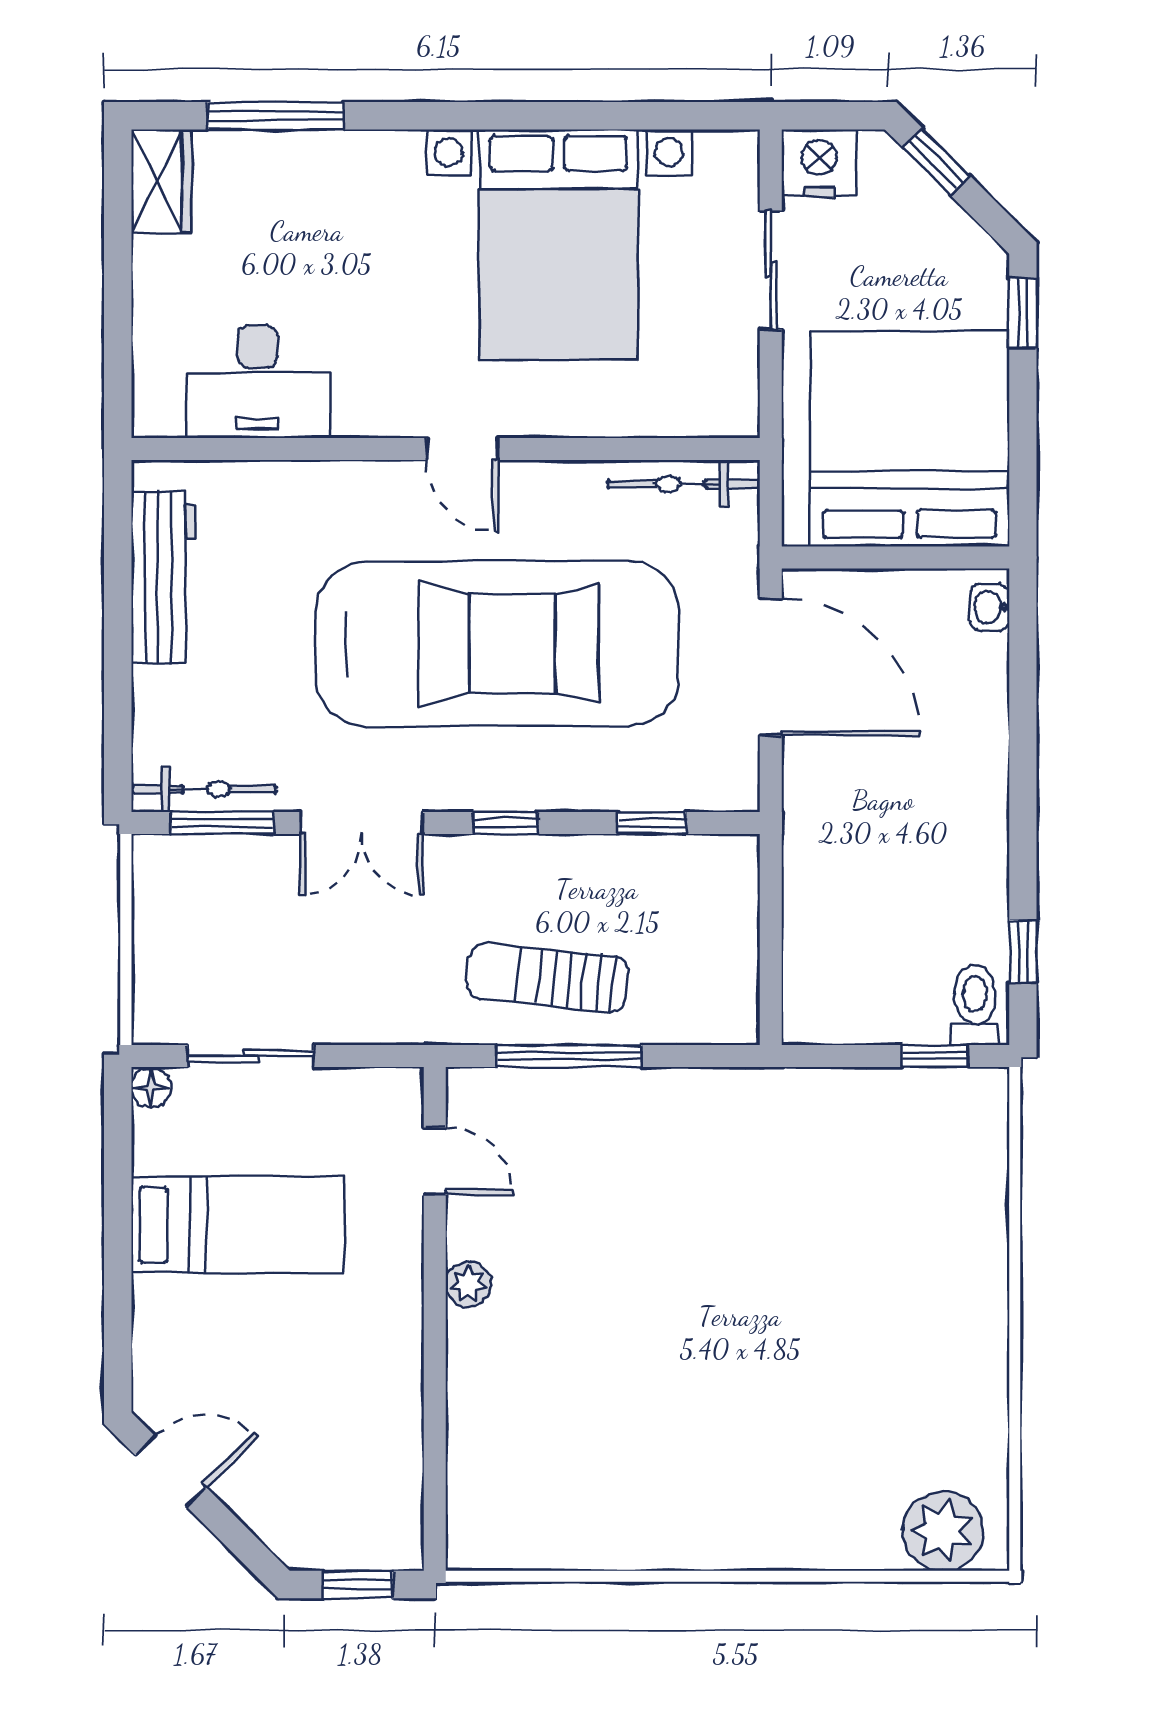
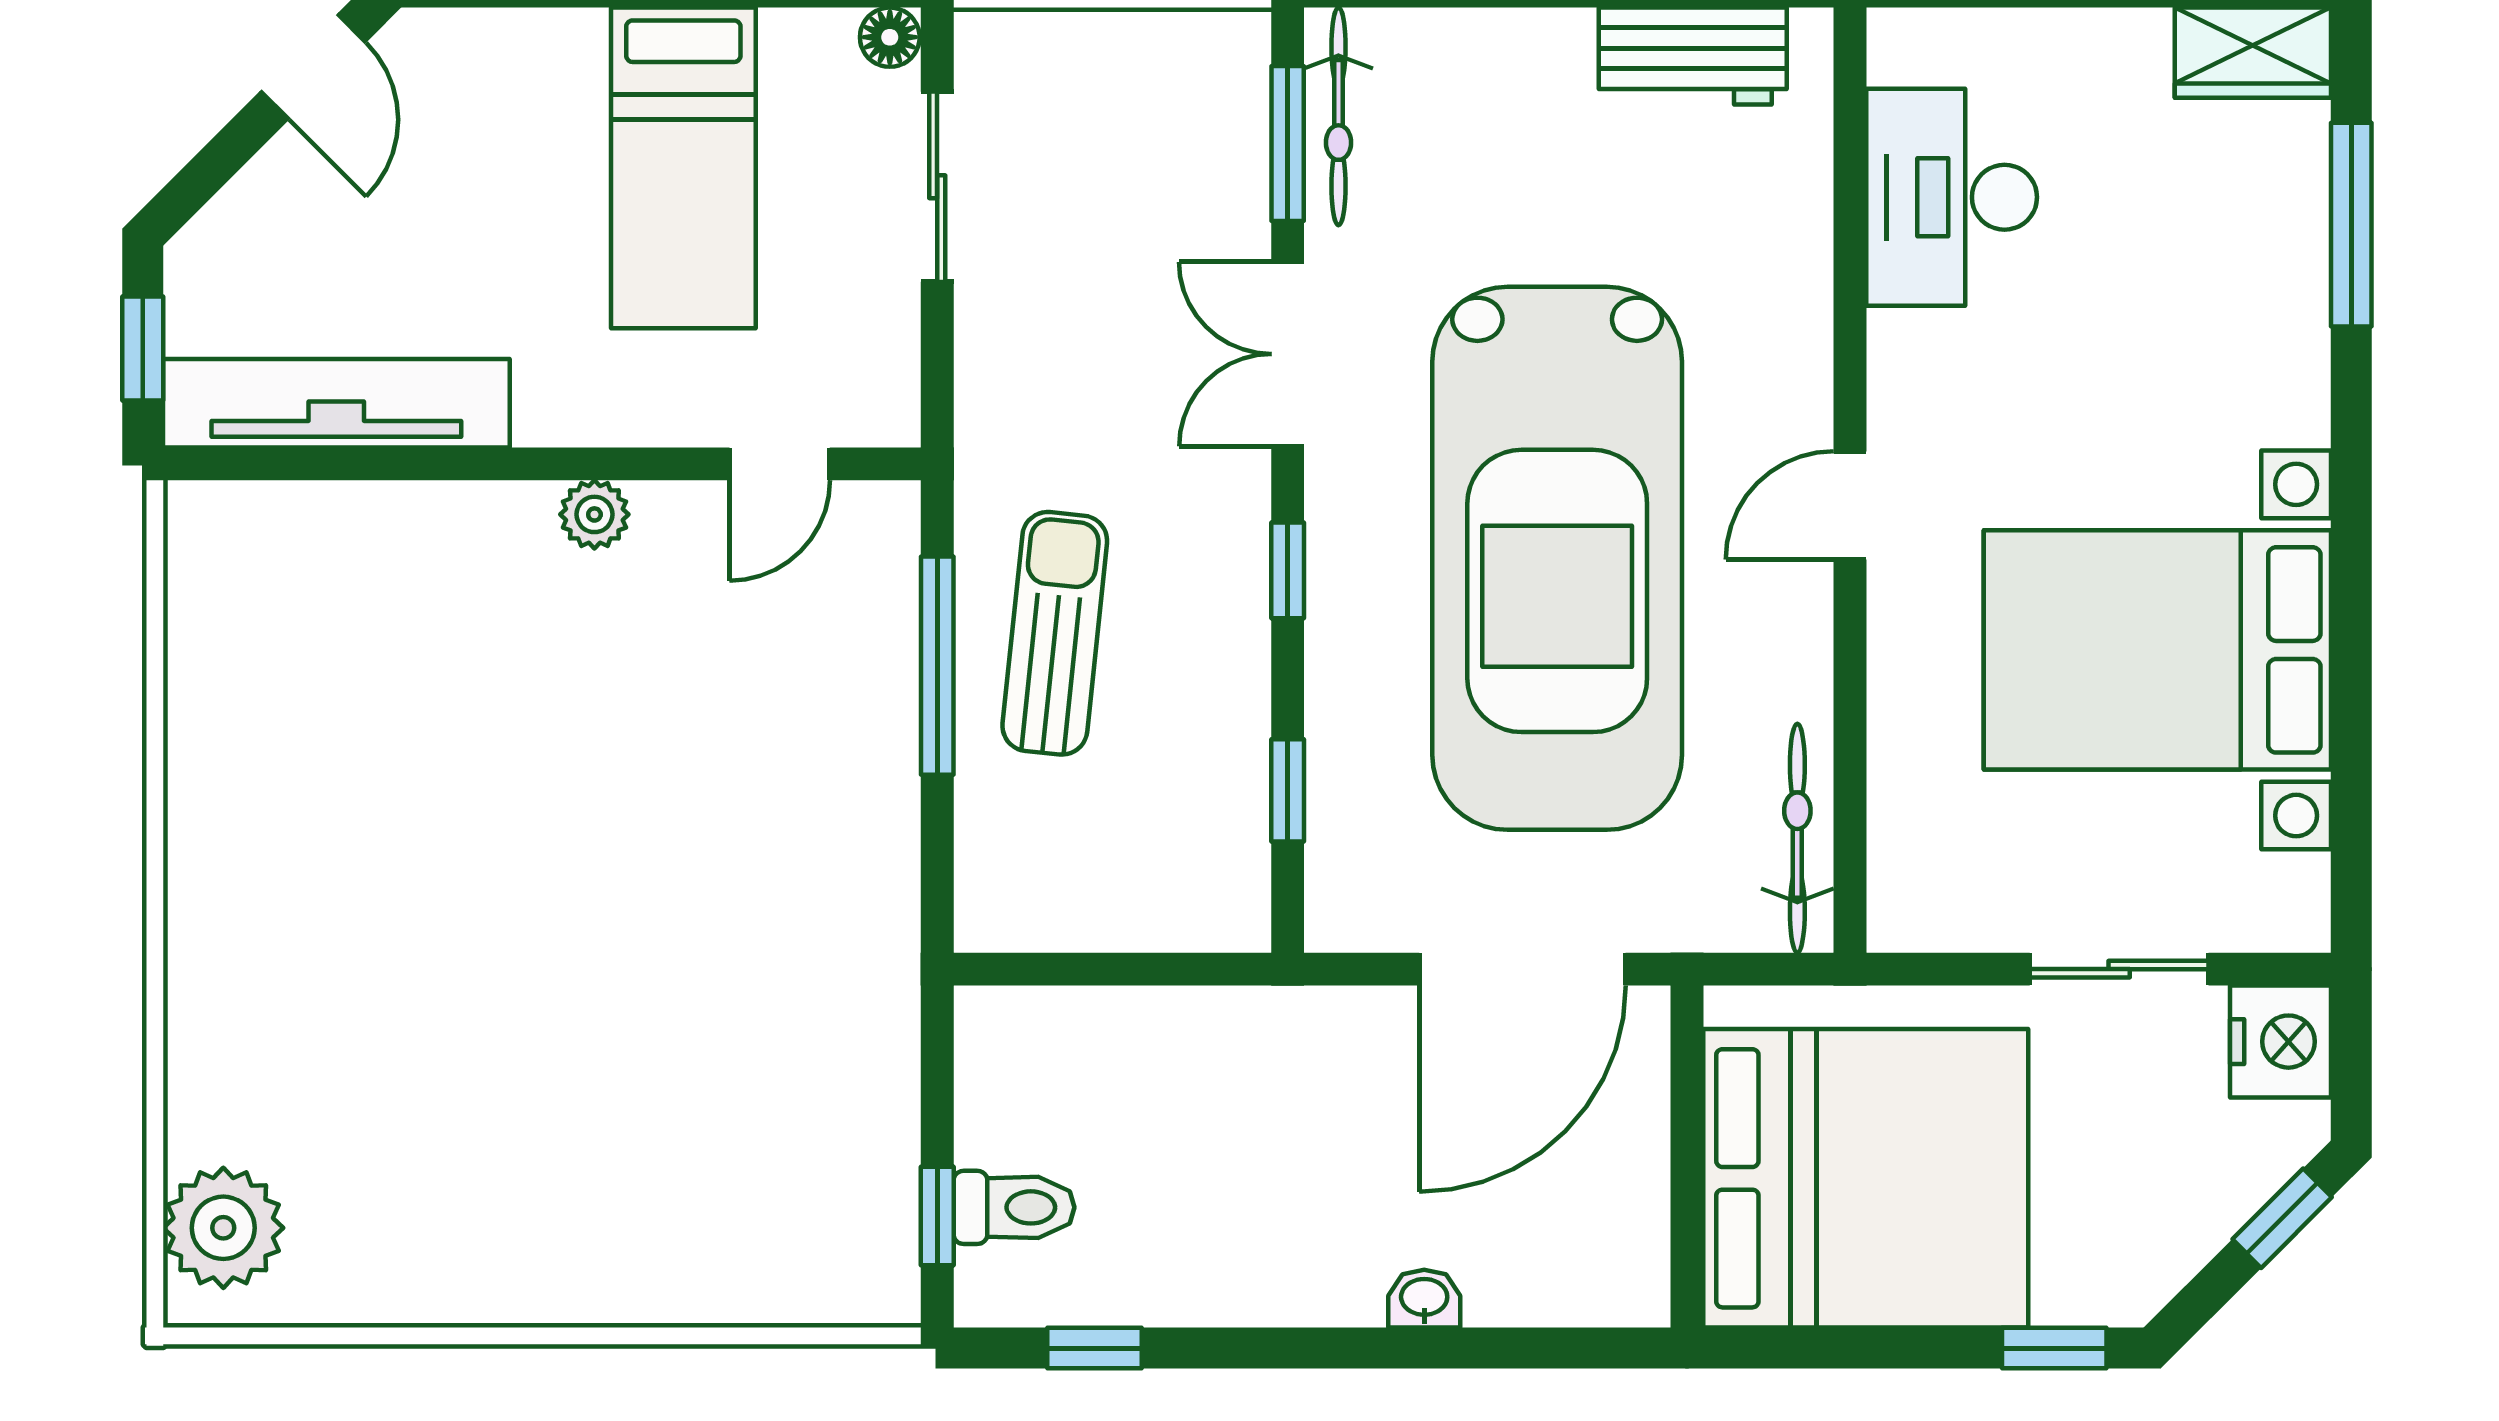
workbench: (164, 577) -> (1693, 56), width x0.73
washbasin: (990, 607) -> (1424, 1299), moved
toilet: (975, 1005) -> (1014, 1207), moved
tv unit: (394, 1456) -> (336, 403), added

